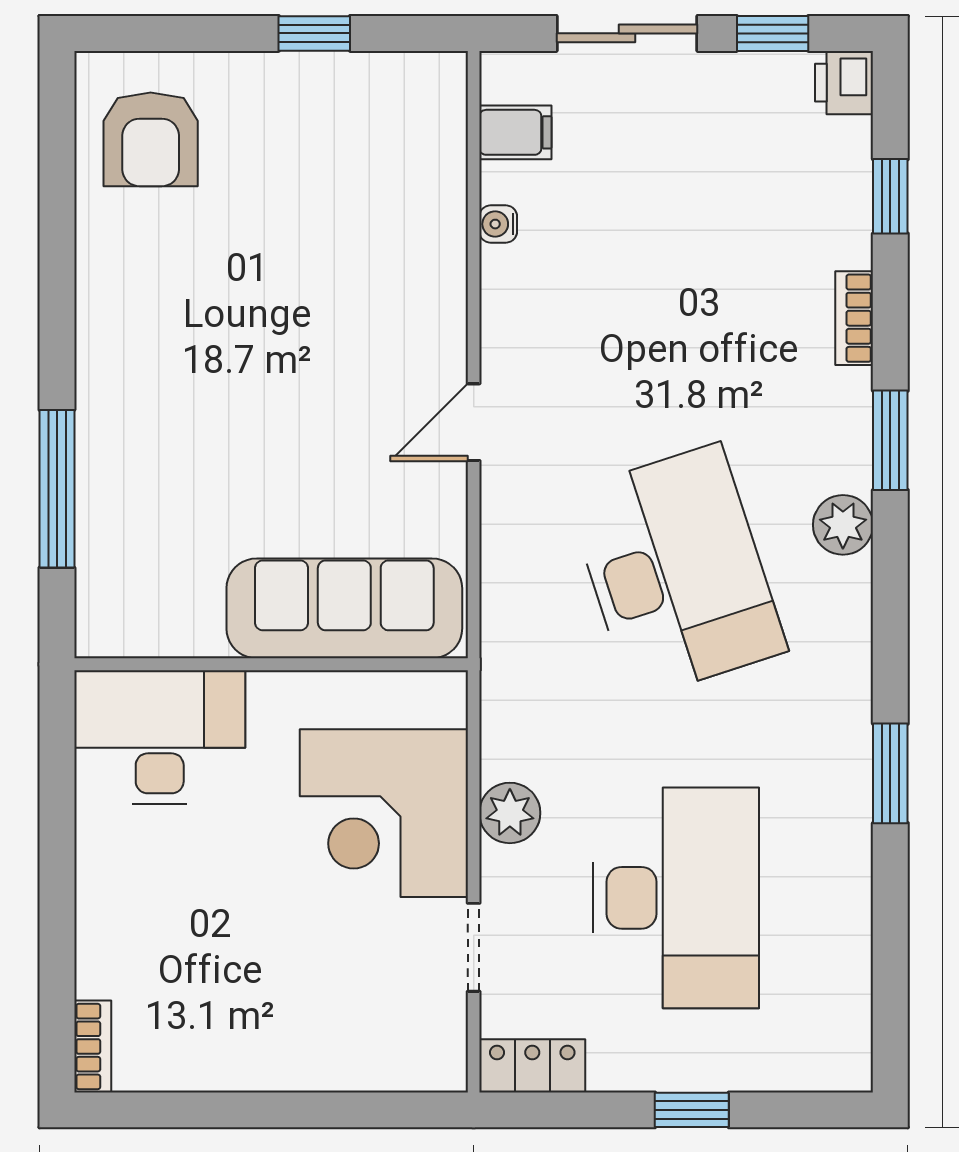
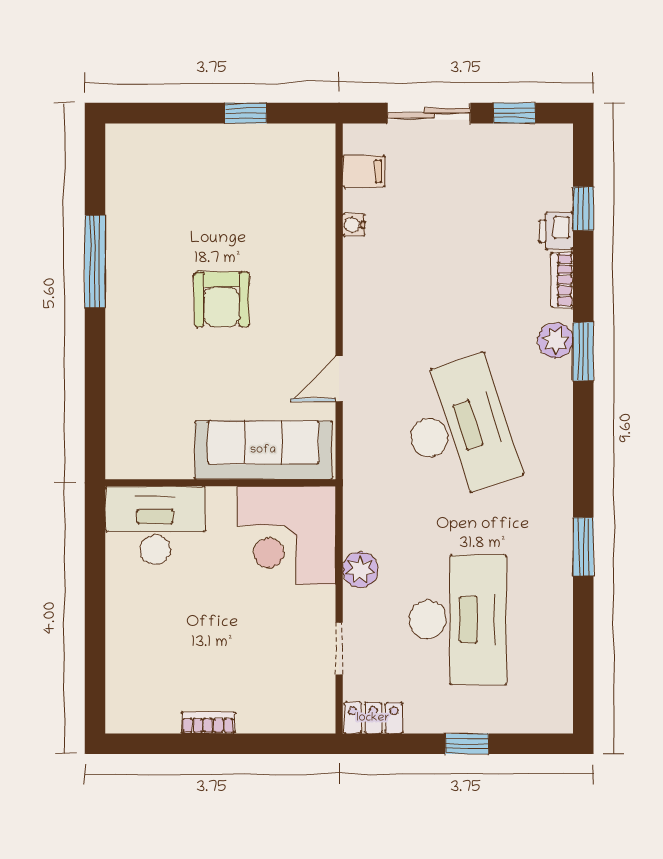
printer: (844, 83) -> (556, 231), moved
armchair: (151, 139) -> (222, 299), moved
door: (474, 422) -> (339, 379), moved
window: (57, 489) -> (95, 261), moved
plant: (843, 525) -> (556, 340), moved
corner desk: (384, 813) -> (286, 535), moved
bookcase: (93, 1046) -> (208, 723), moved, turned -90

